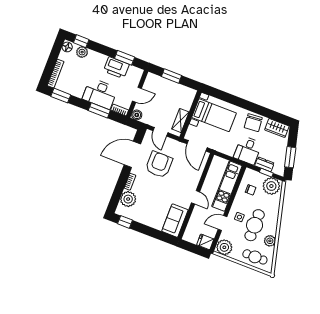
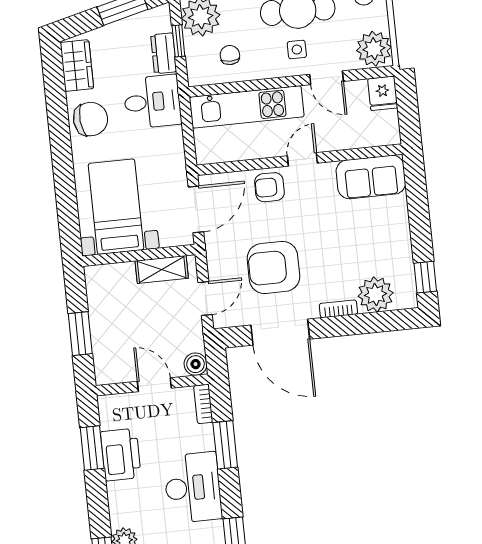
desk: (100, 94) -> (193, 488), moved
armchair: (191, 179) -> (269, 187), added

